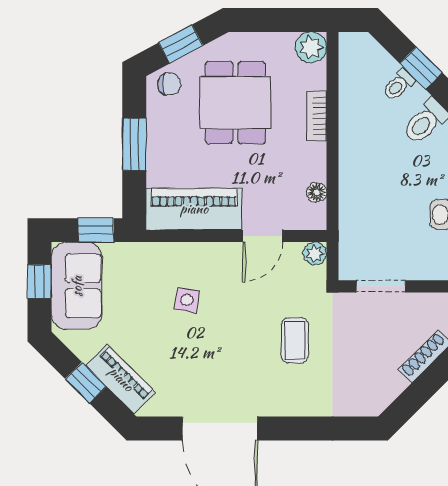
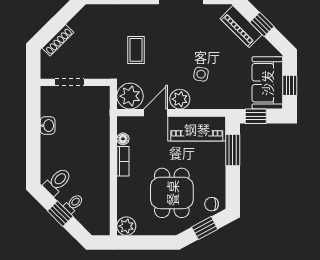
bookcase: (317, 116) -> (123, 161), moved
window: (134, 144) -> (233, 150), moved
plant: (315, 254) -> (130, 96), width x1.87, depth x1.87
plant: (222, 258) -> (180, 99), added
doorway: (381, 286) -> (70, 82), moved

